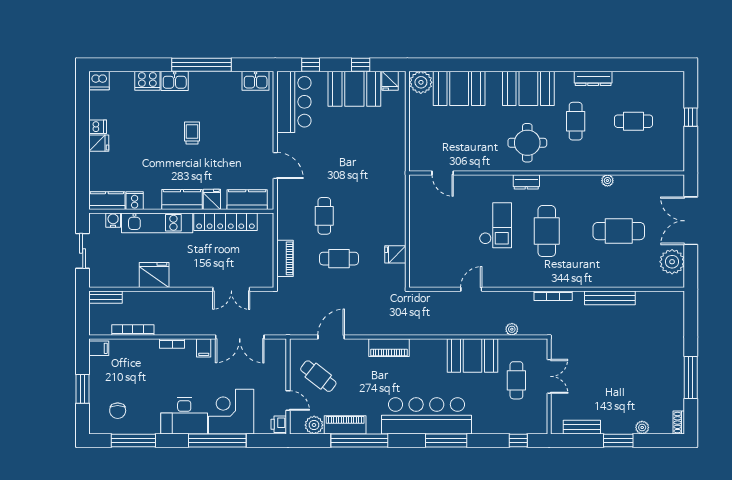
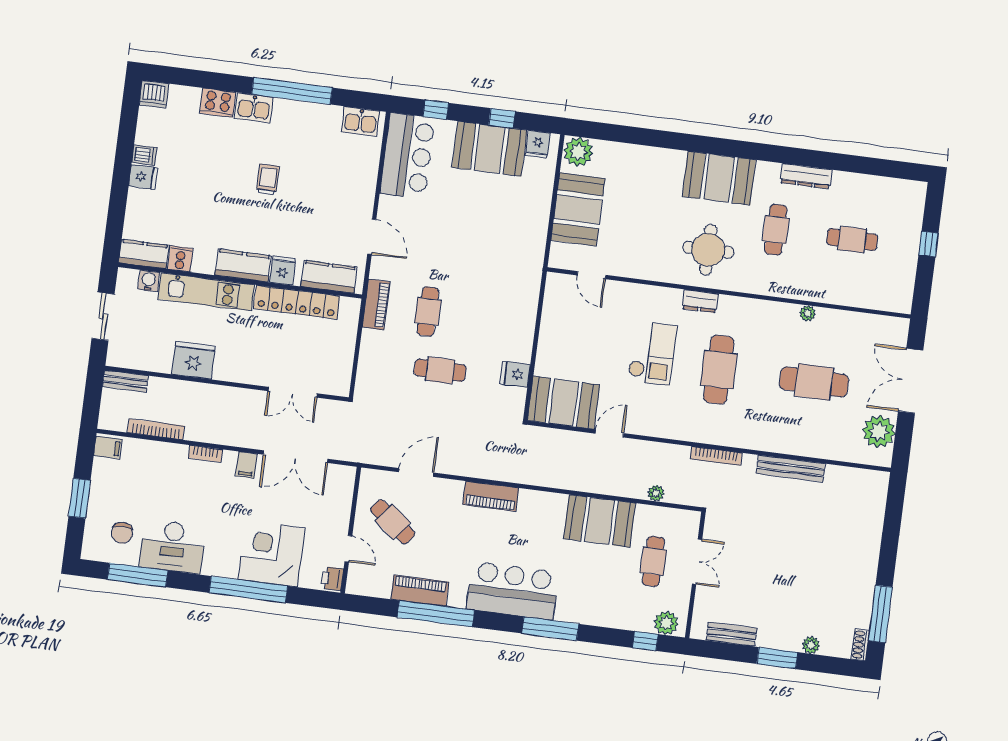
booth: (459, 88) -> (578, 209), moved, turned 90
piano: (285, 258) -> (376, 304), moved
booth: (434, 271) -> (564, 403), added
window: (691, 377) -> (880, 614), moved
desk: (184, 416) -> (172, 547), moved
bar counter: (426, 416) -> (513, 591), width x0.73
plant: (314, 425) -> (666, 623), moved

